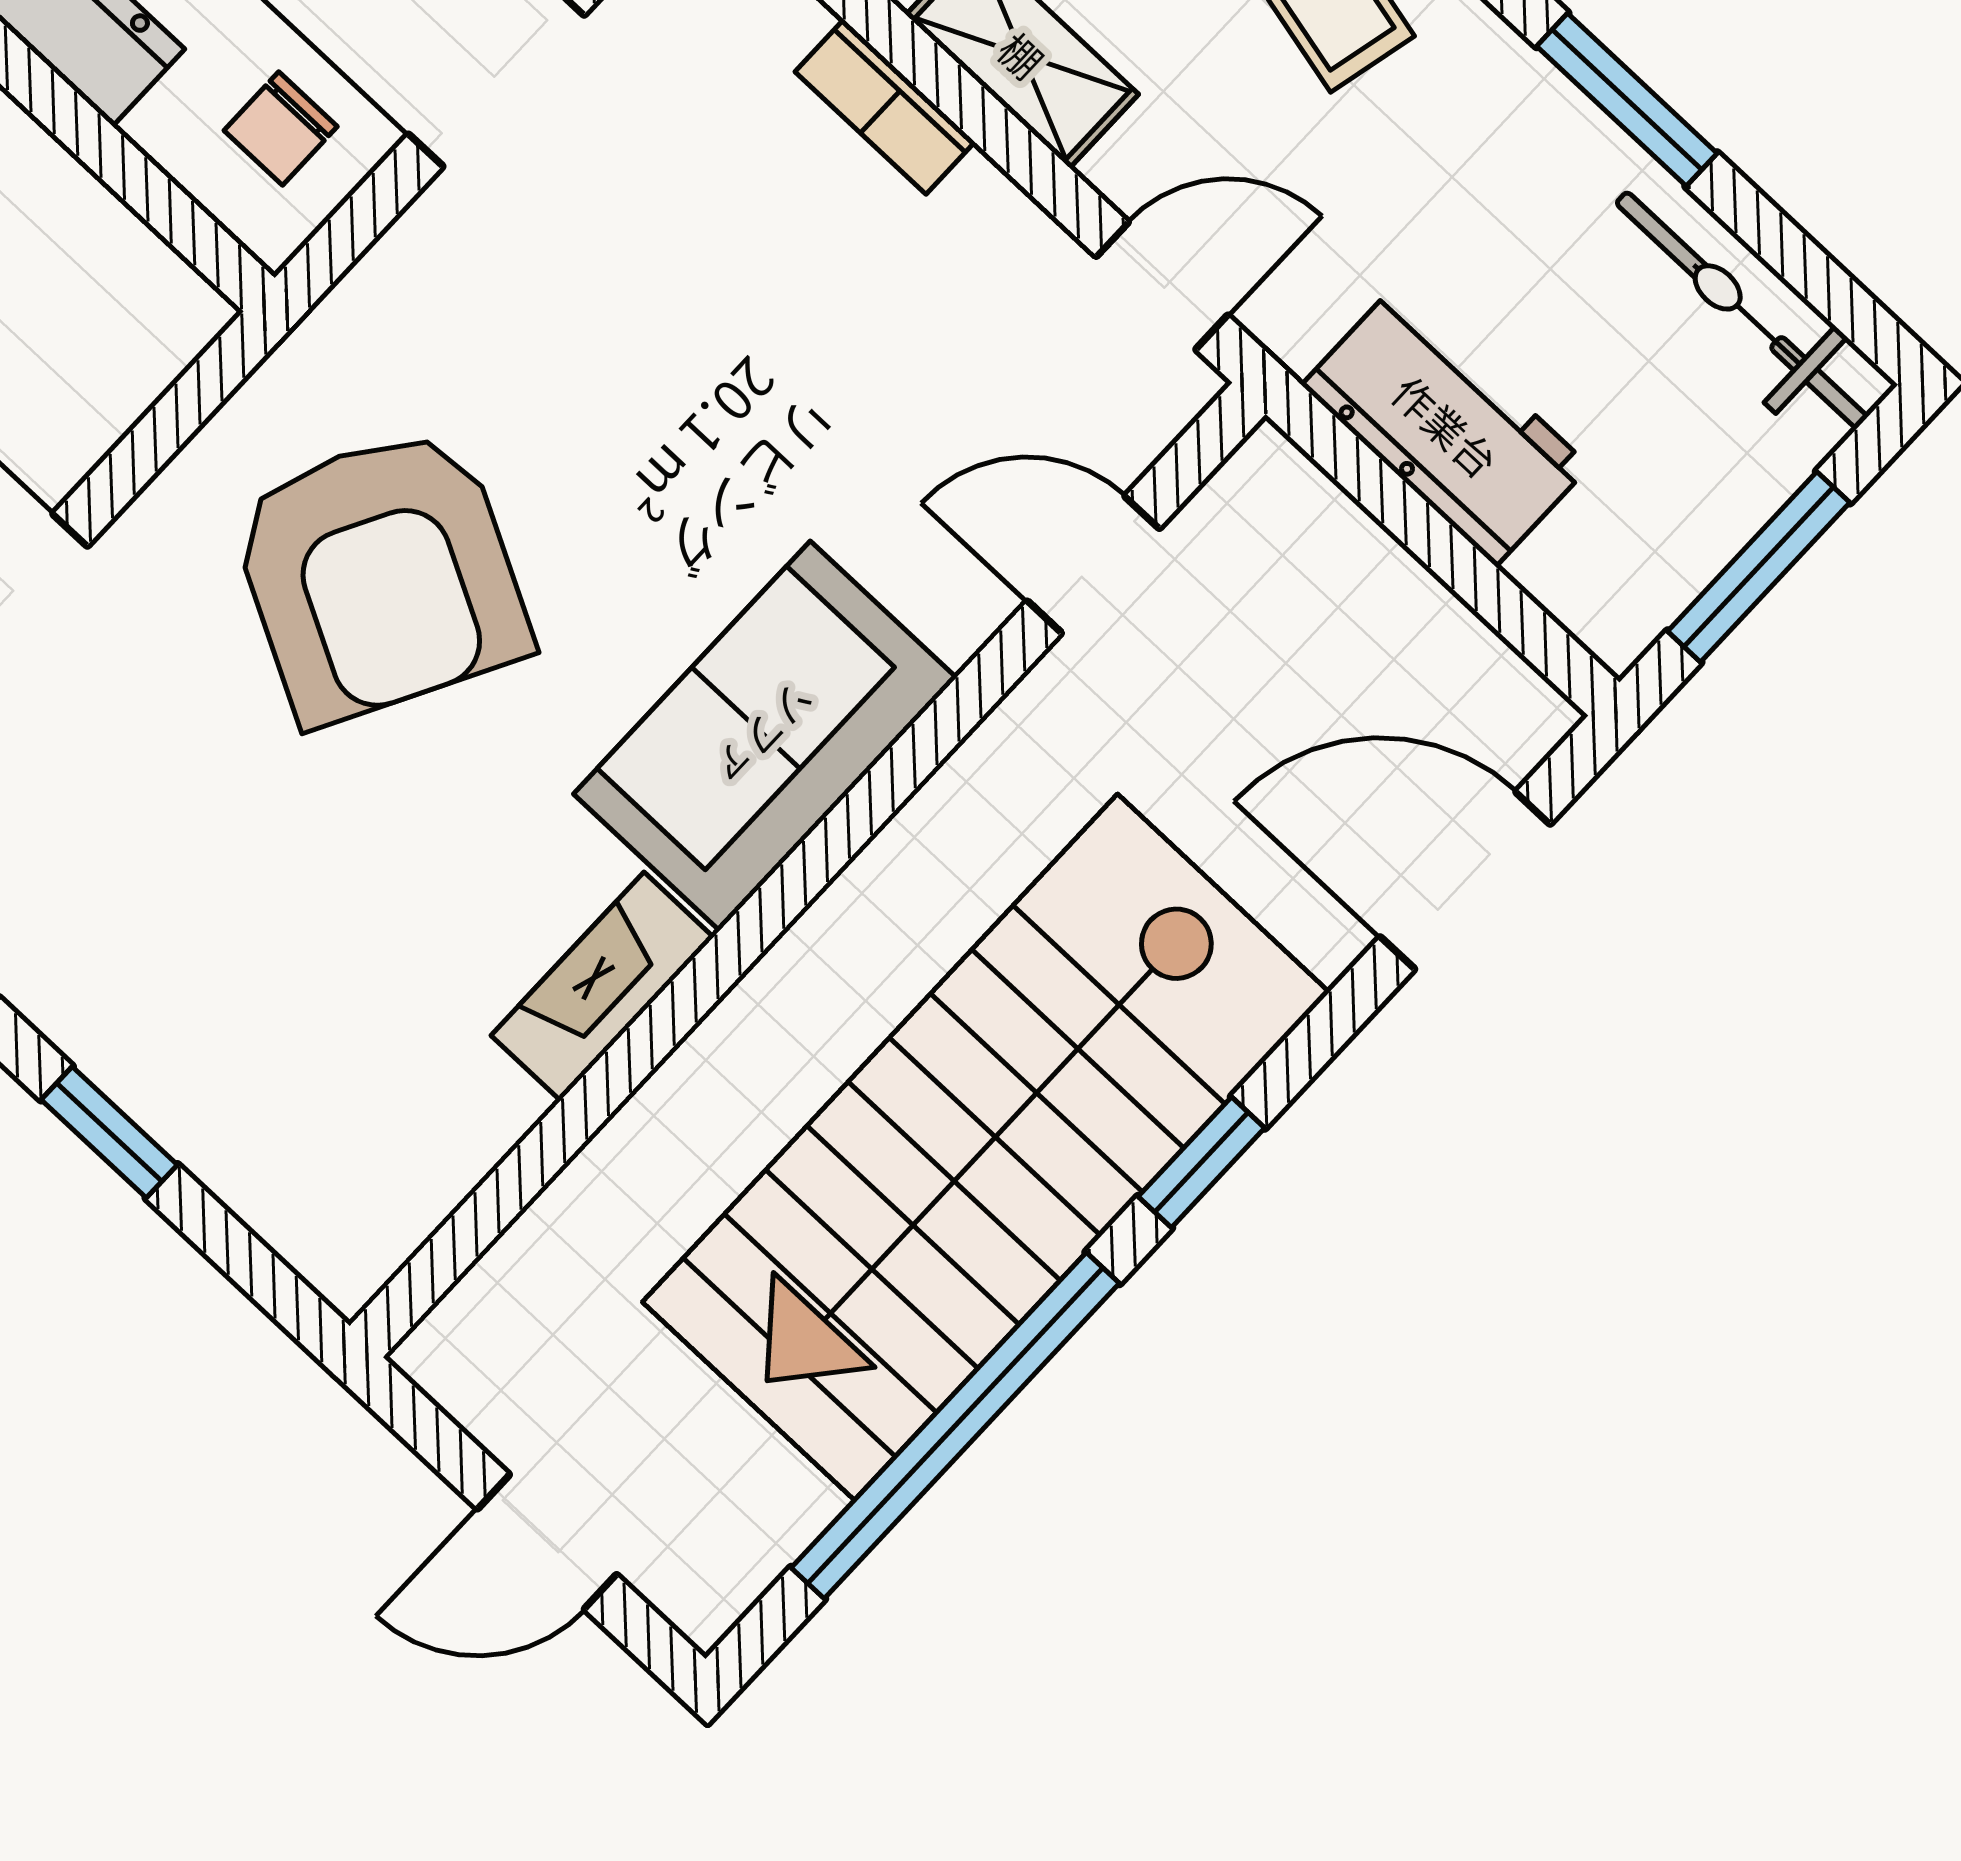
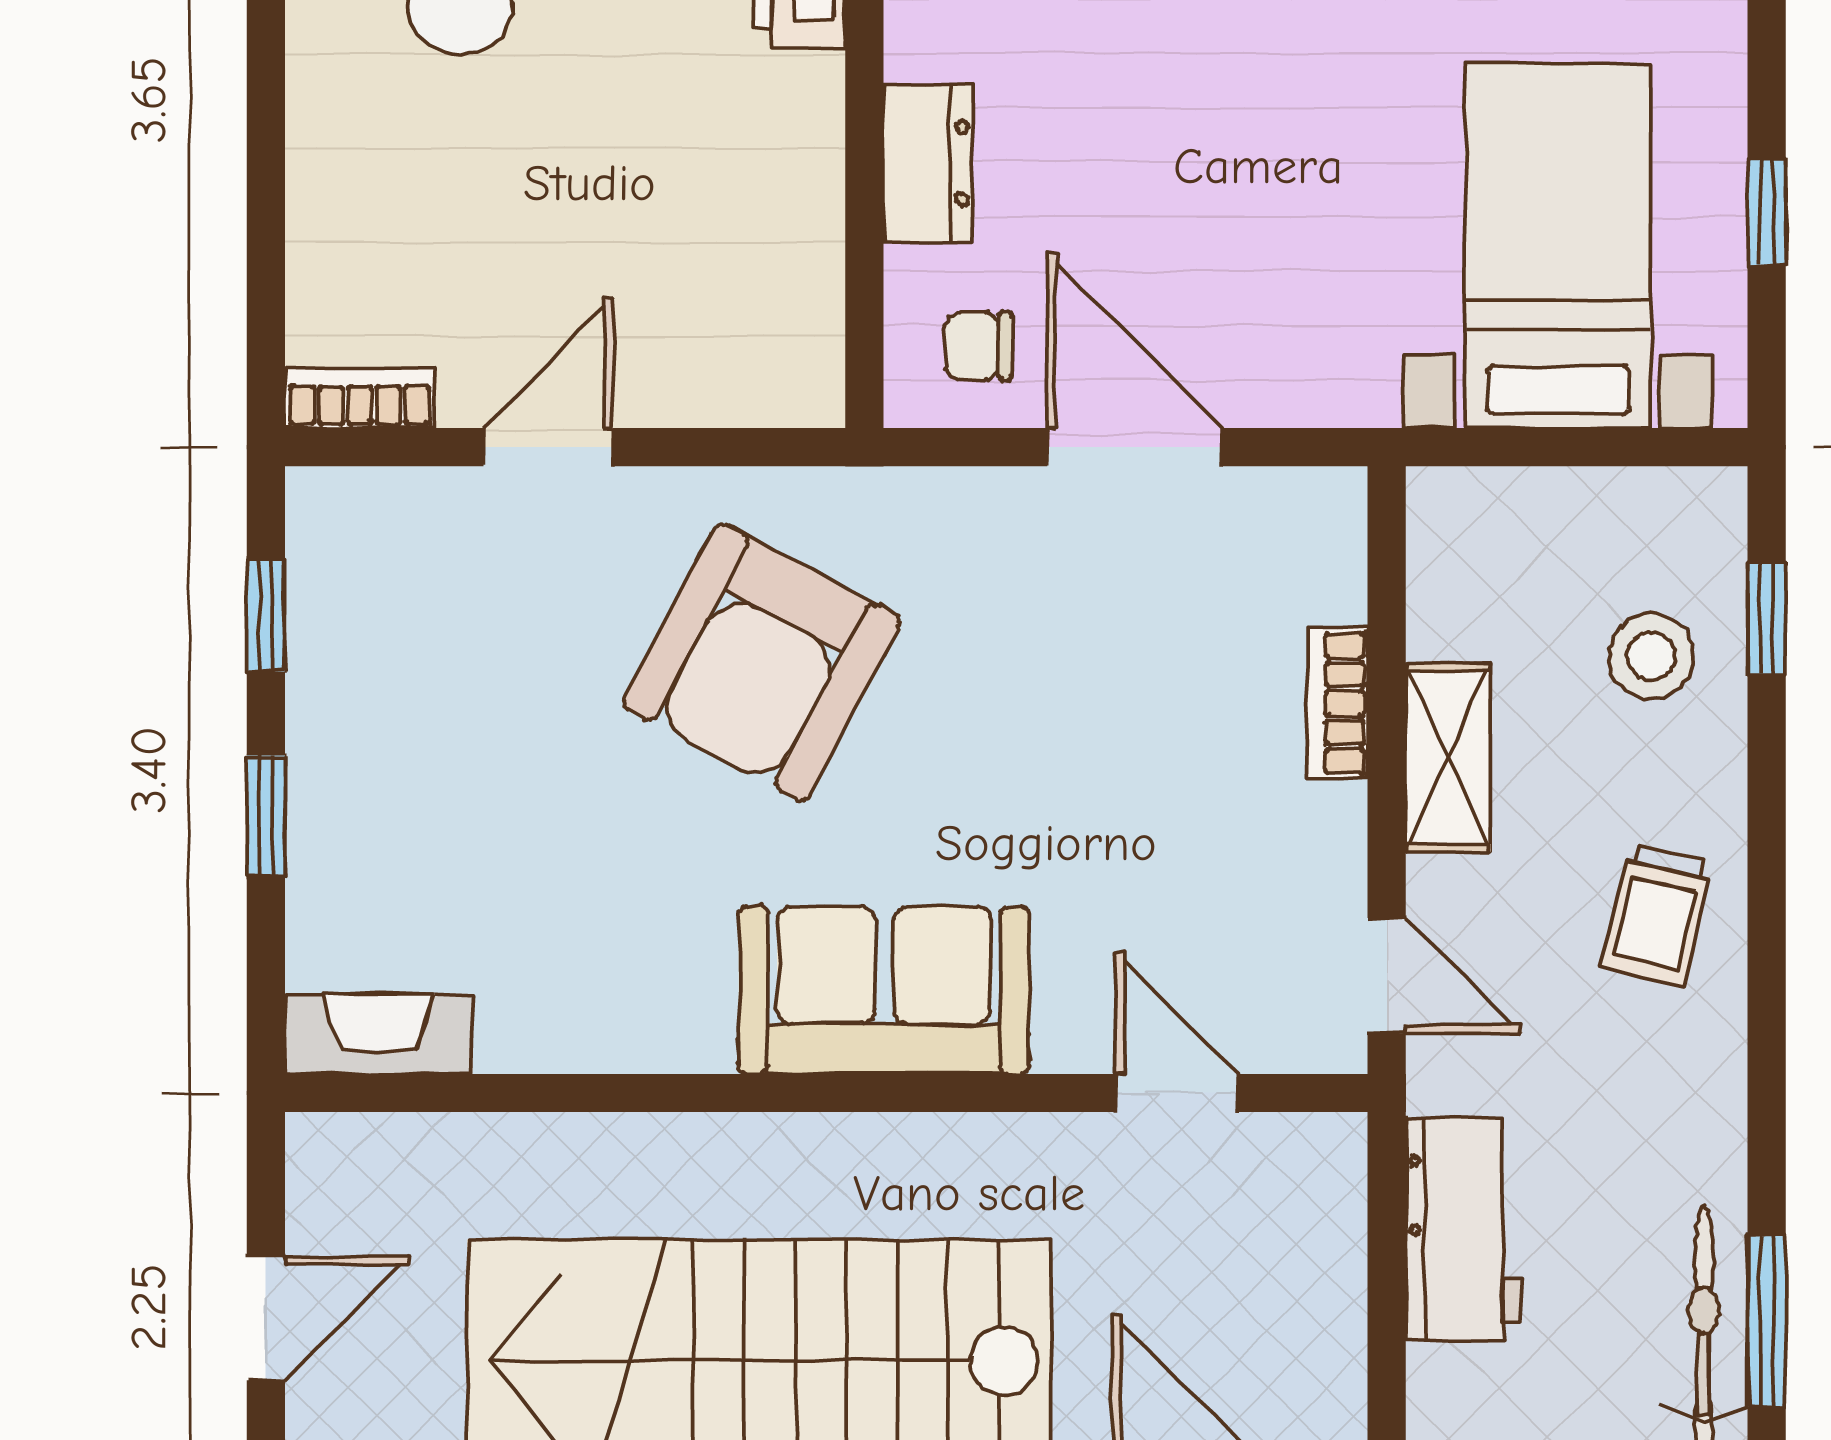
window: (1627, 100) -> (1767, 1321), moved
fireplace: (602, 986) -> (379, 1034), moved
door: (547, 1542) -> (266, 1318), swing flipped

